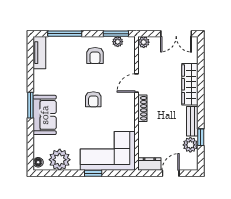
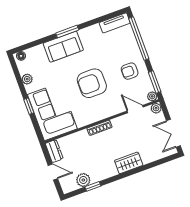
window: (65, 34) -> (139, 39), width x1.46
plant: (118, 42) -> (152, 96), moved
door: (137, 83) -> (135, 109), moved
wardrobe: (190, 84) -> (129, 163), width x0.67
armchair: (93, 99) -> (92, 83), width x1.88, depth x1.88
bench: (192, 121) -> (104, 174), removed
plant: (60, 160) -> (27, 79), width x0.53, depth x0.53

